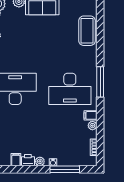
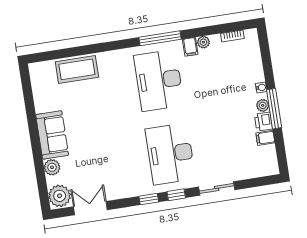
window: (100, 82) -> (160, 38), moved
desk: (70, 89) -> (159, 80), turned 180
window: (65, 169) -> (274, 109), moved

